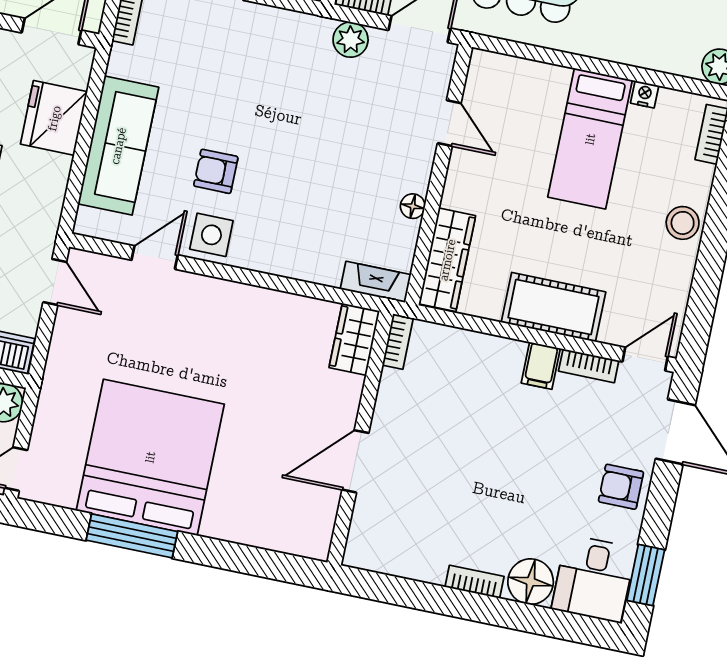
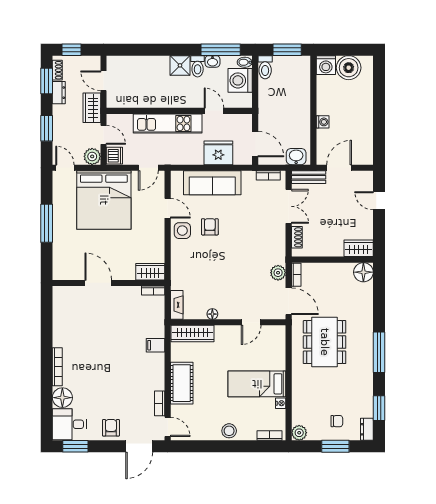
wardrobe: (354, 339) -> (150, 272), moved
bookcase: (398, 342) -> (153, 290), moved
filing cabinet: (541, 366) -> (156, 345), moved
wall: (360, 438) -> (109, 283), moved
bed: (150, 457) -> (104, 200), moved, turned 90
door: (355, 461) -> (98, 283), moved
bookcase: (475, 582) -> (57, 367), width x1.56

